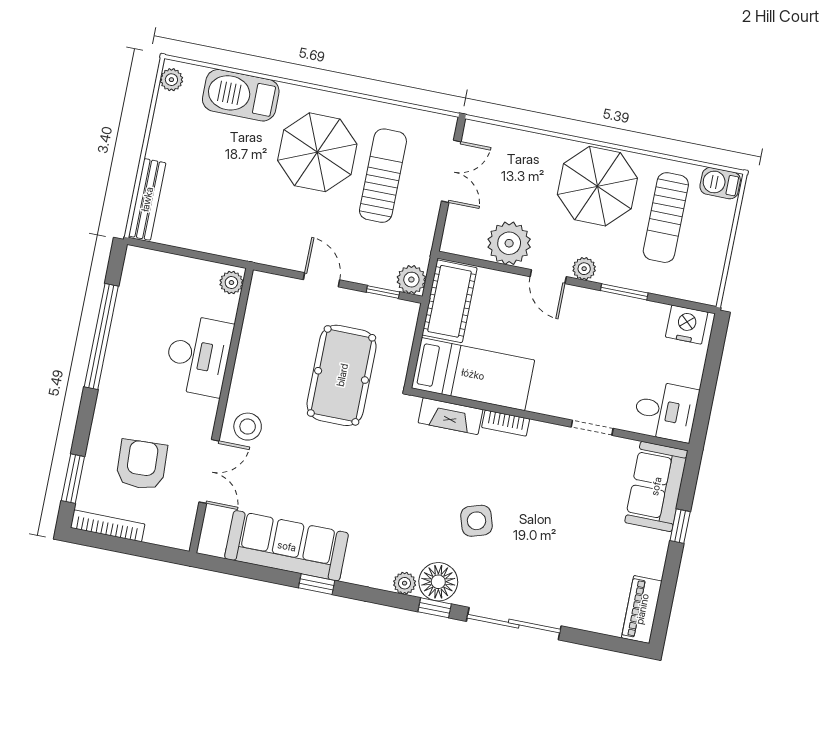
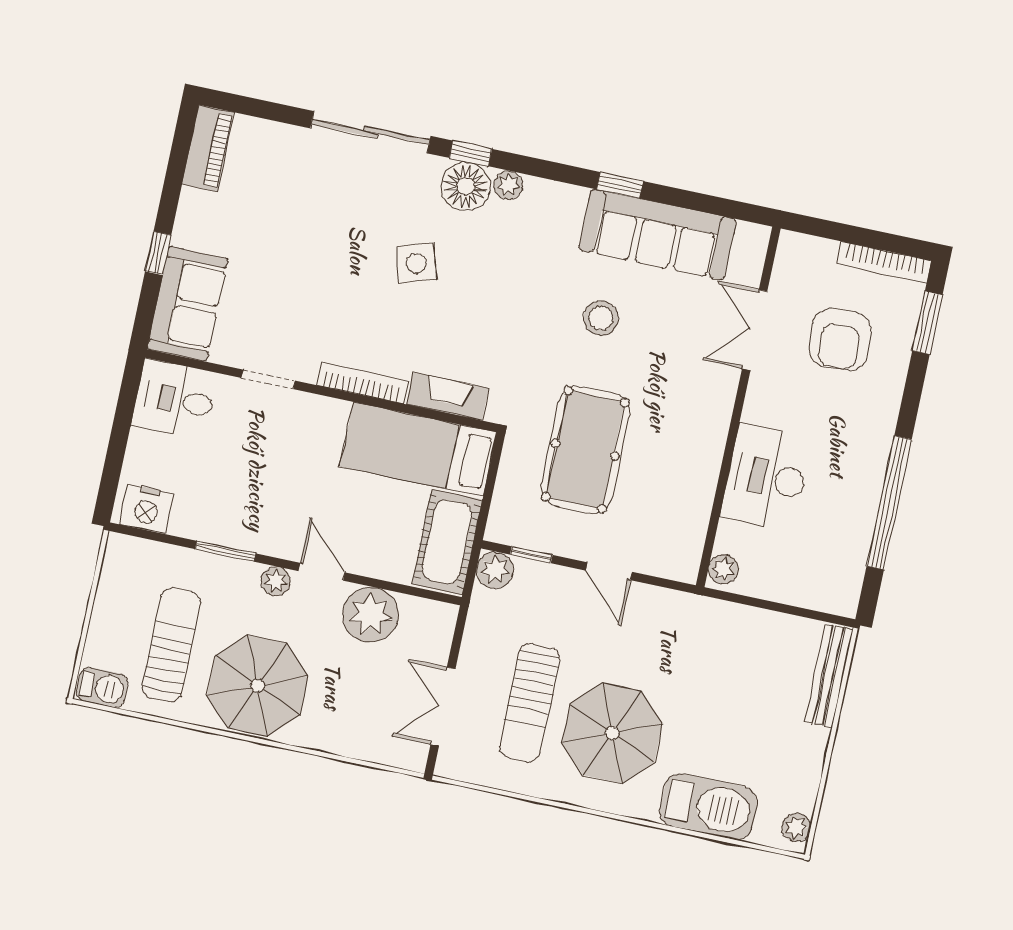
bookcase: (506, 423) -> (362, 383), width x1.56
stool: (248, 427) -> (601, 318), moved

